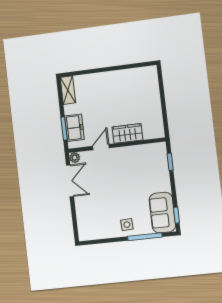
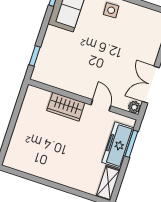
freezer: (74, 128) -> (118, 145), width x1.40
door: (101, 147) -> (101, 105), swing flipped

